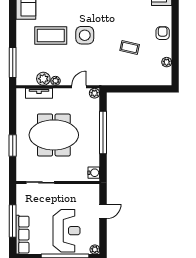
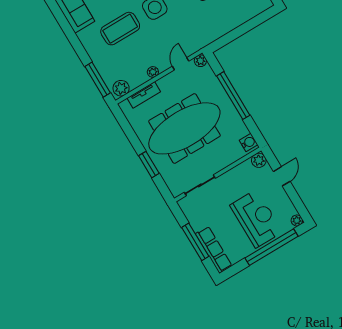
plant: (43, 79) -> (121, 88), moved
meeting table: (54, 135) -> (184, 128), width x1.36
plant: (93, 190) -> (259, 160), added

